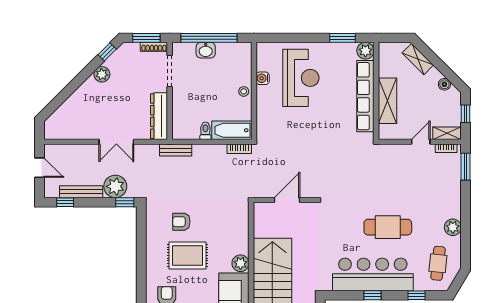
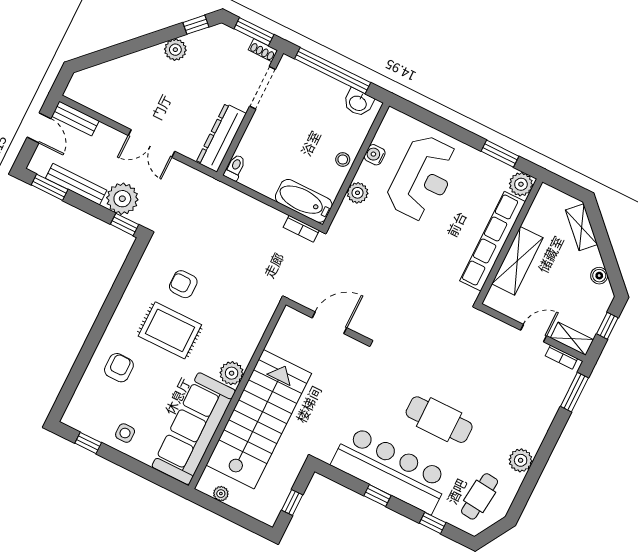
shoe rack: (154, 47) -> (263, 50), width x0.70
washbasin: (206, 50) -> (358, 103), moved
plant: (264, 108) -> (357, 193), added
toilet: (205, 131) -> (235, 167), moved
bench: (176, 150) -> (75, 119), moved
window: (65, 202) -> (50, 187), width x1.50

